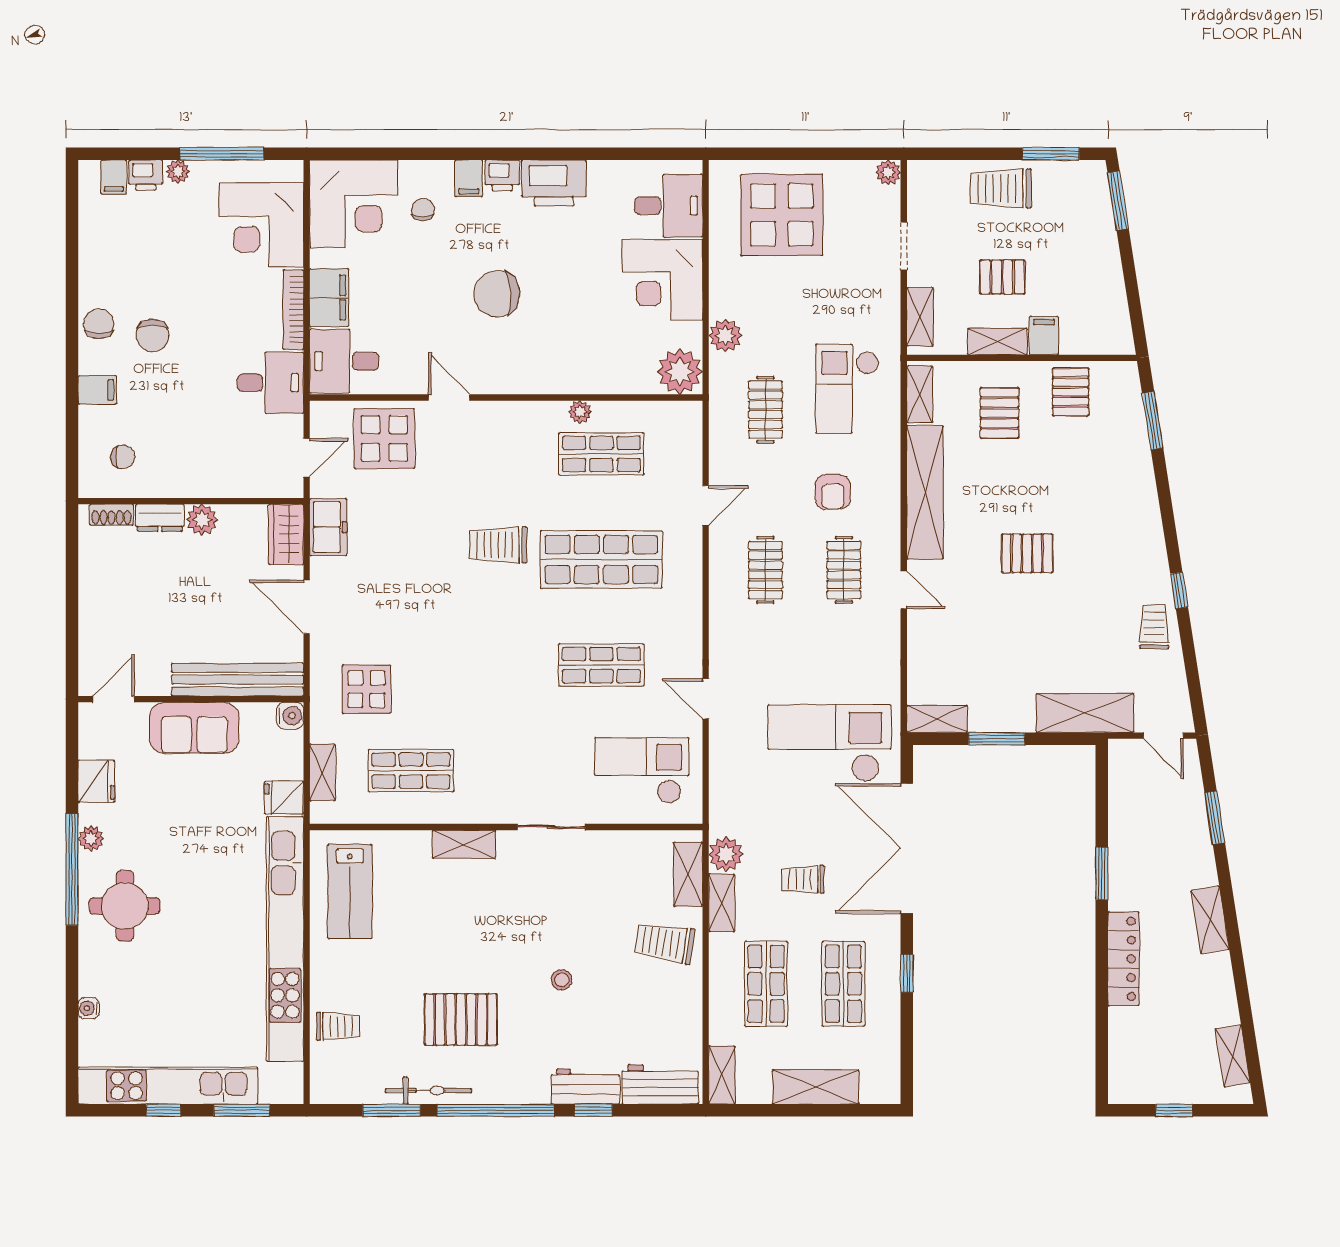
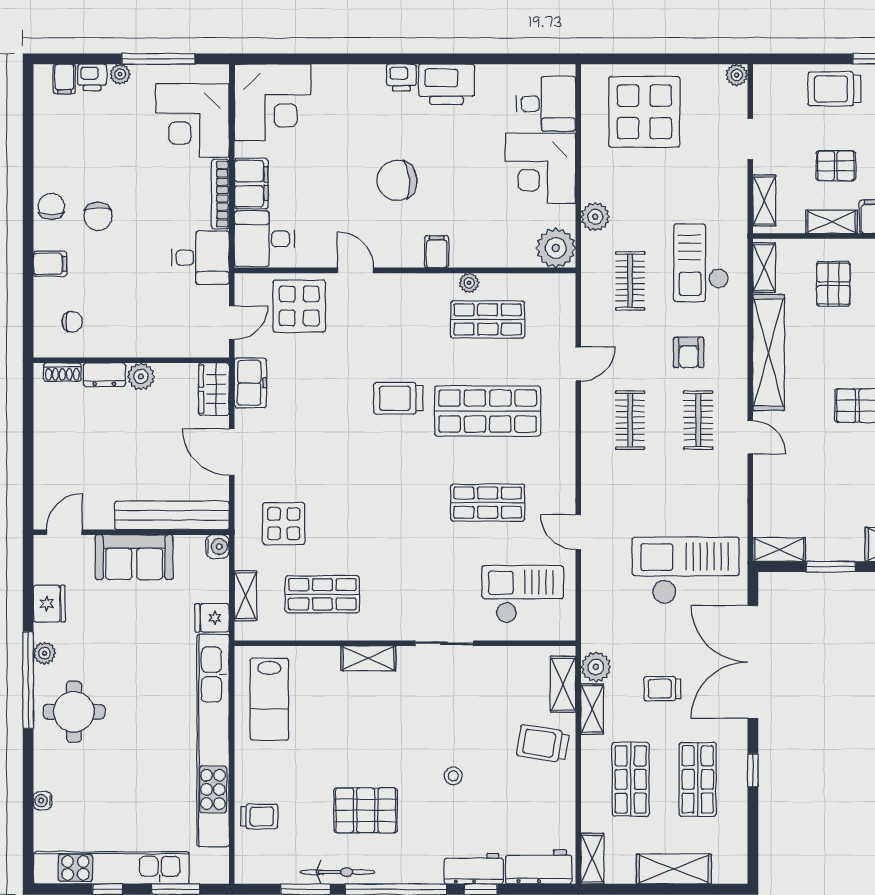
filing cabinet: (469, 178) -> (437, 252), moved, turned 180
chair: (423, 210) -> (333, 107), removed

